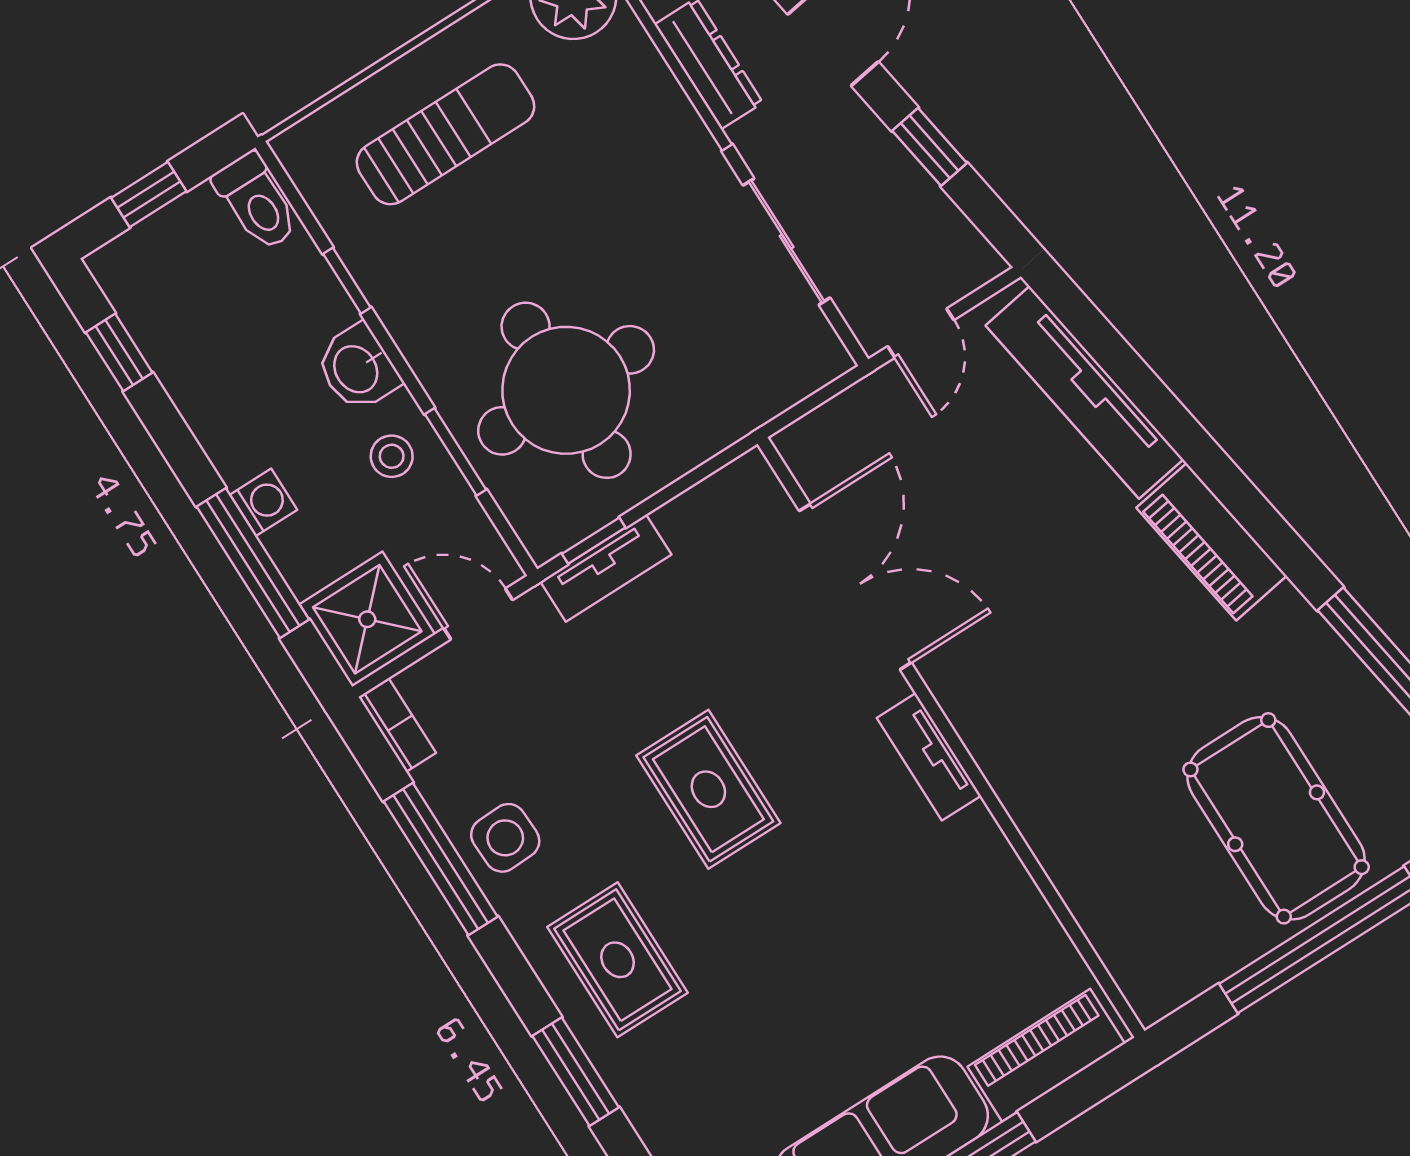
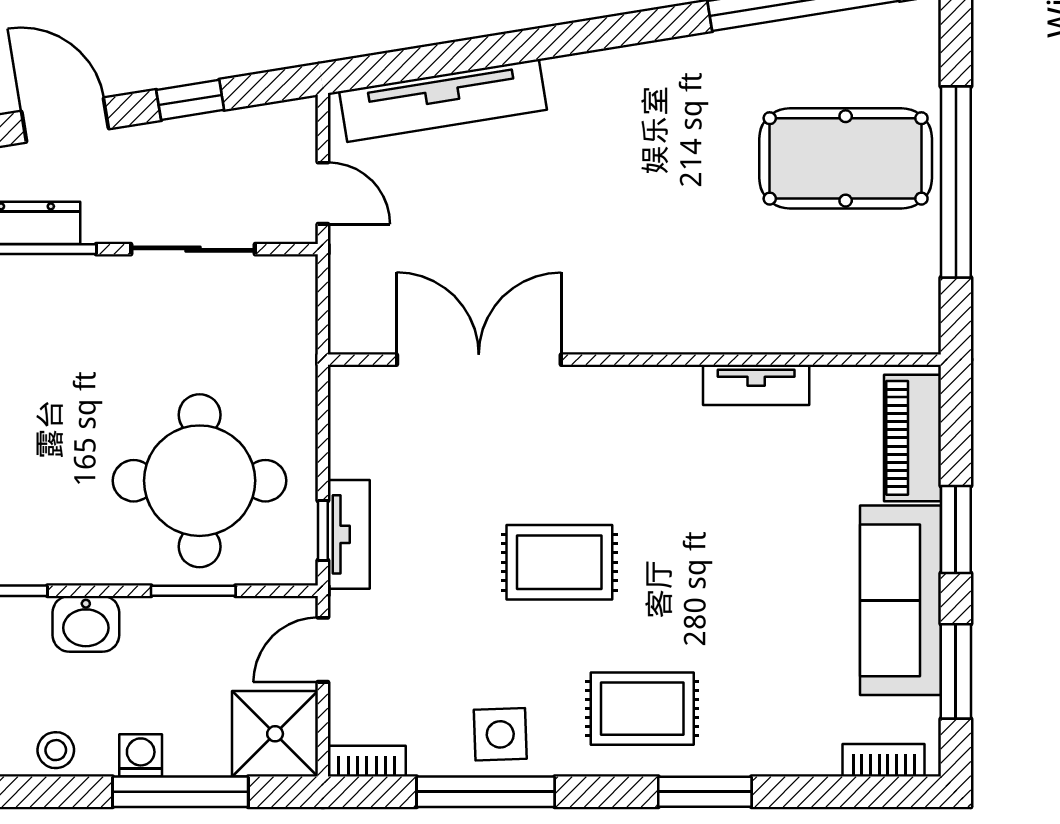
stool: (392, 456) -> (56, 750), moved
piano: (1212, 542) -> (612, 77), removed
tv unit: (929, 757) -> (756, 385), moved

